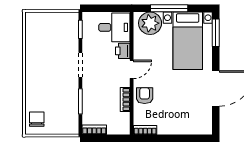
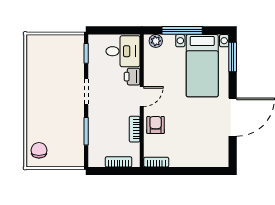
plant: (150, 23) -> (156, 41), width x0.53, depth x0.53
bookcase: (94, 130) -> (119, 162), moved

